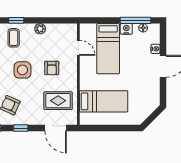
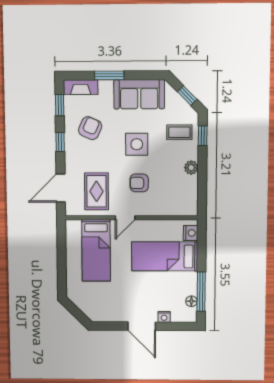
nightstand: (126, 29) -> (191, 233), moved
door: (78, 48) -> (125, 218), moved

